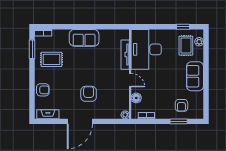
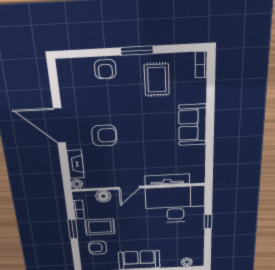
window: (183, 27) -> (208, 222), moved
rug: (186, 46) -> (100, 227), moved
window: (32, 49) -> (137, 51), moved
fireplace: (48, 114) -> (76, 164), moved
window: (179, 121) -> (73, 229), moved

